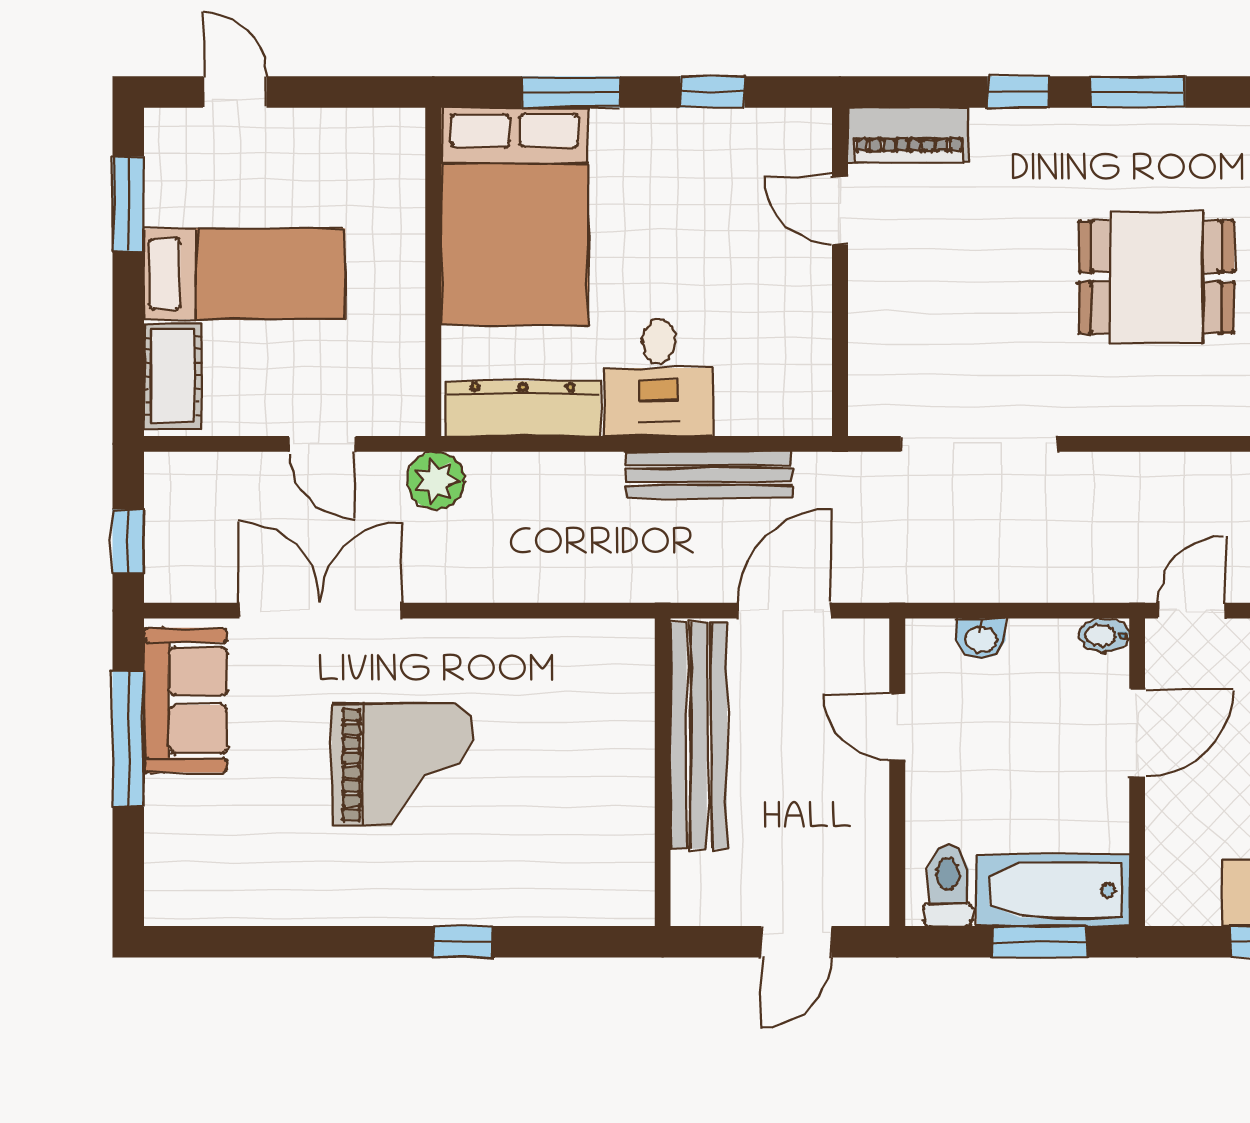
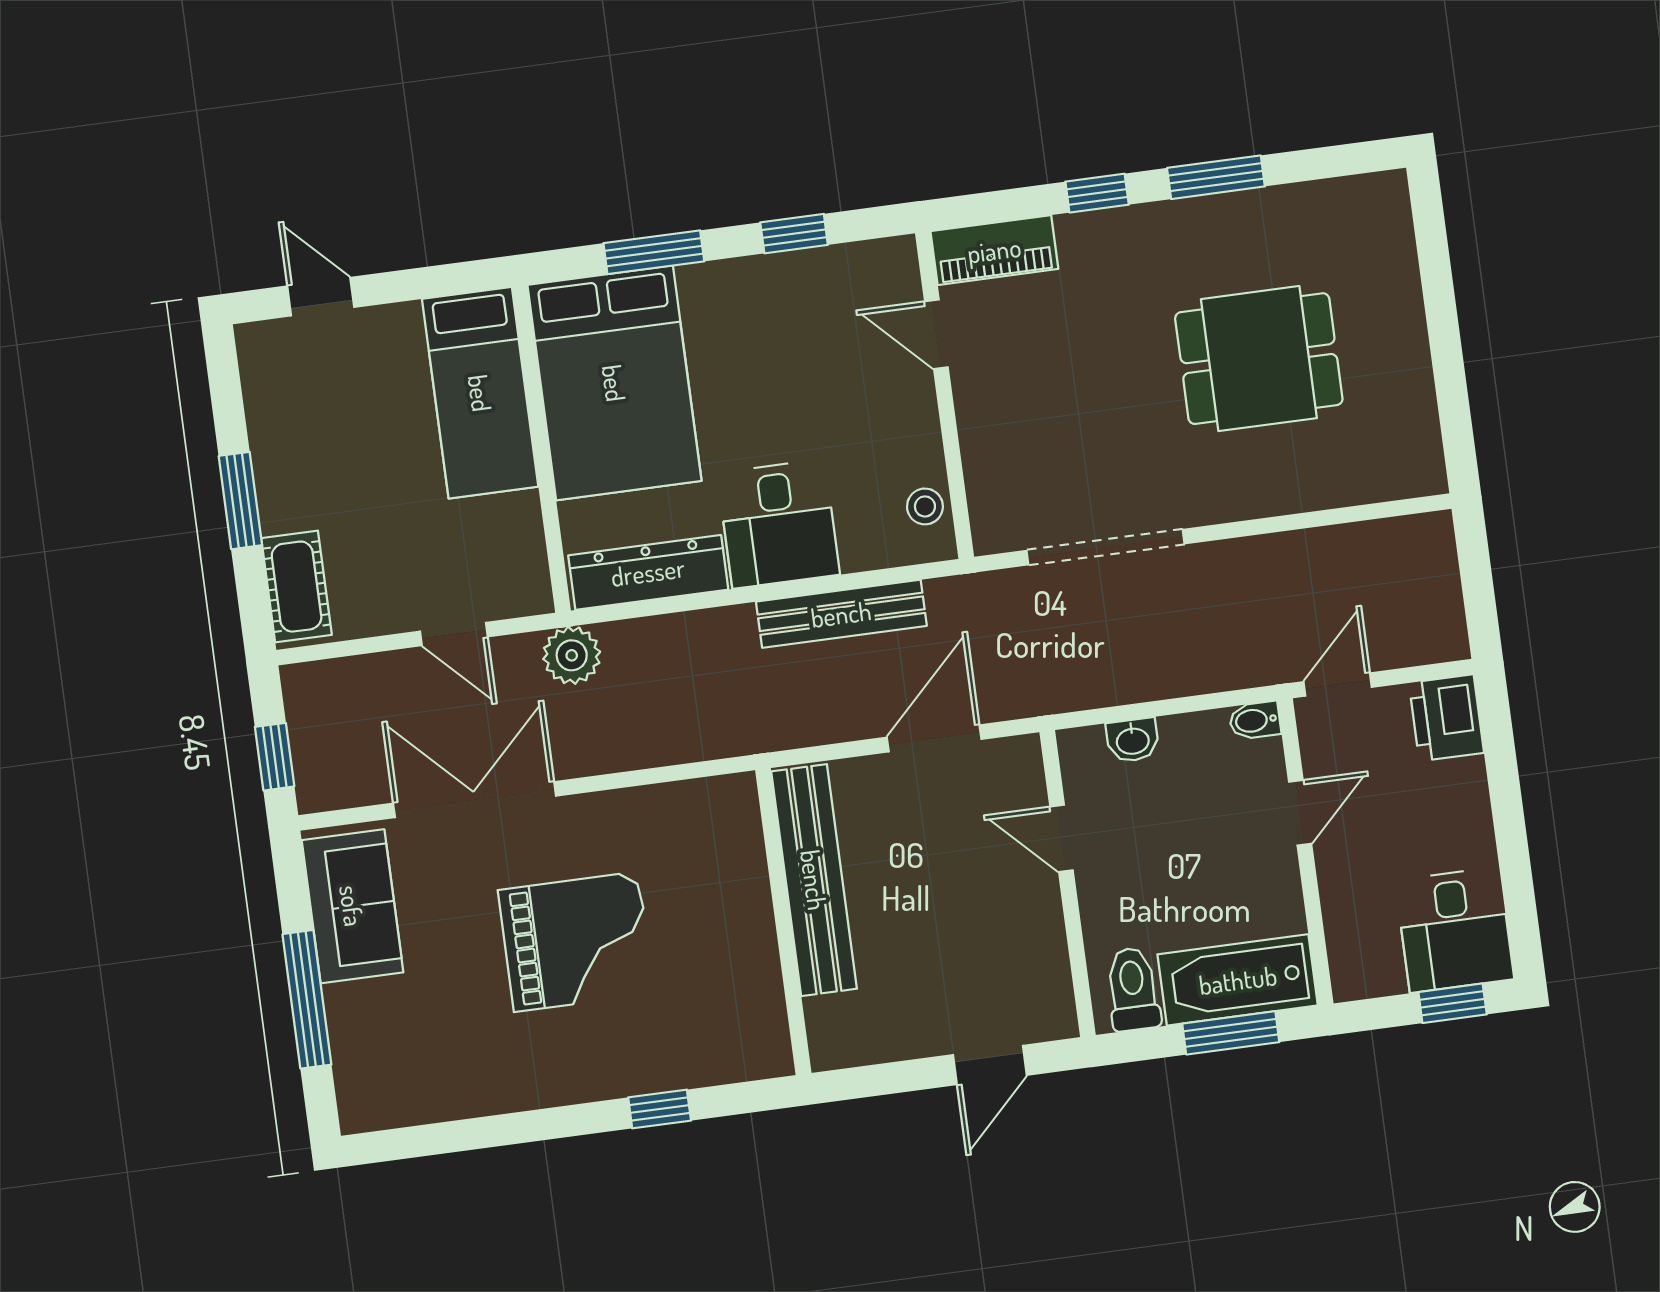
window: (128, 204) -> (240, 501), moved
bed: (245, 274) -> (480, 393), moved, turned 90
stool: (806, 380) -> (925, 506), added
door: (1137, 733) -> (1300, 813), width x0.73
bench: (699, 735) -> (814, 880), moved
window: (128, 739) -> (307, 999), moved
wall: (663, 772) -> (783, 922), moved

